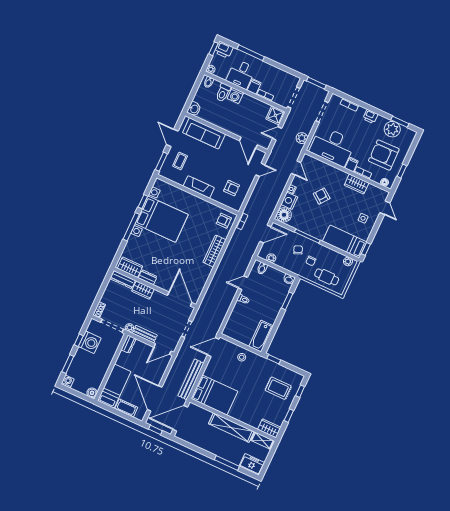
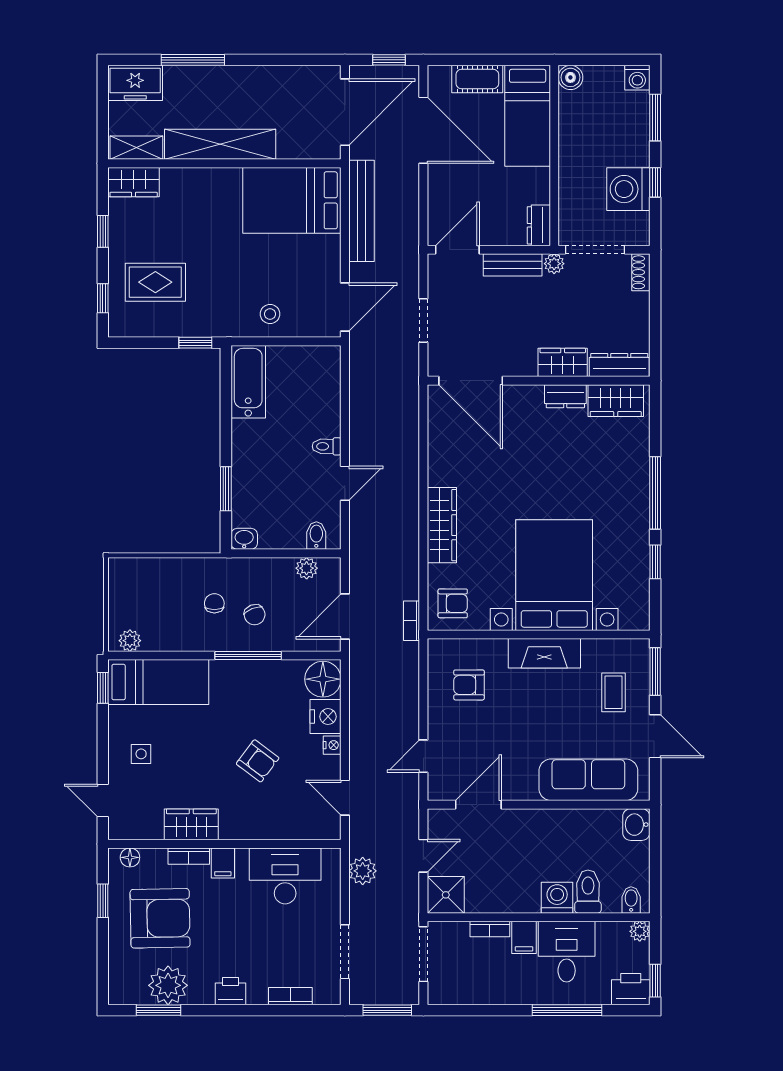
door: (248, 143) -> (478, 805), hinge flipped
desk: (332, 146) -> (285, 876), width x0.73, depth x0.77
bed with nightstands: (162, 219) -> (554, 575), moved, turned 90
cafe table: (327, 277) -> (162, 584), removed

